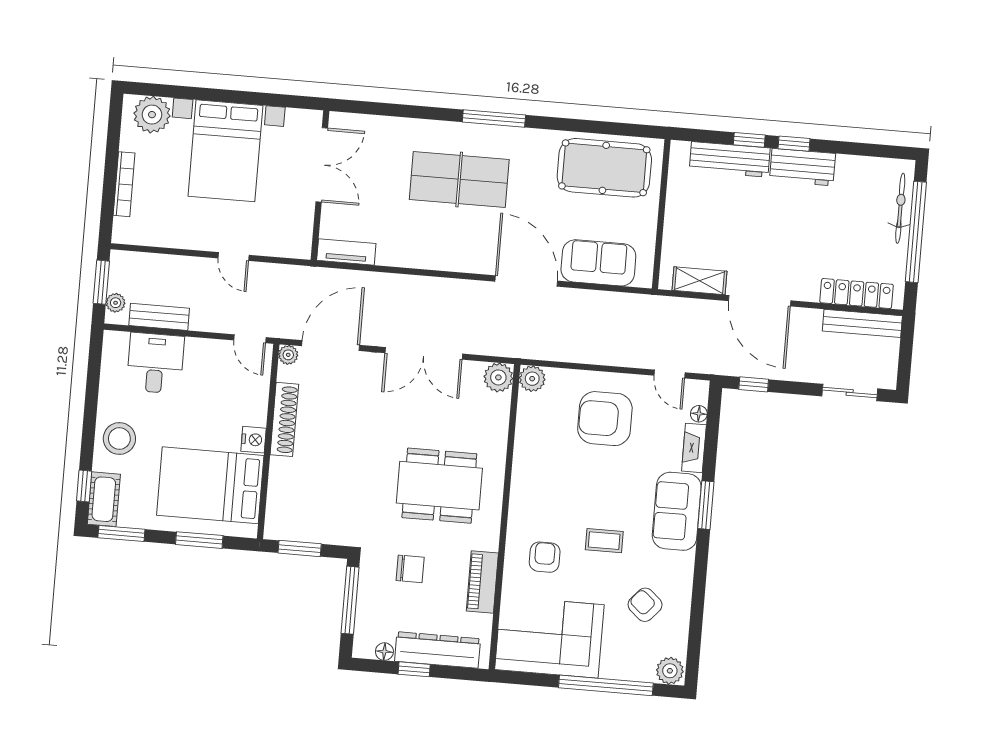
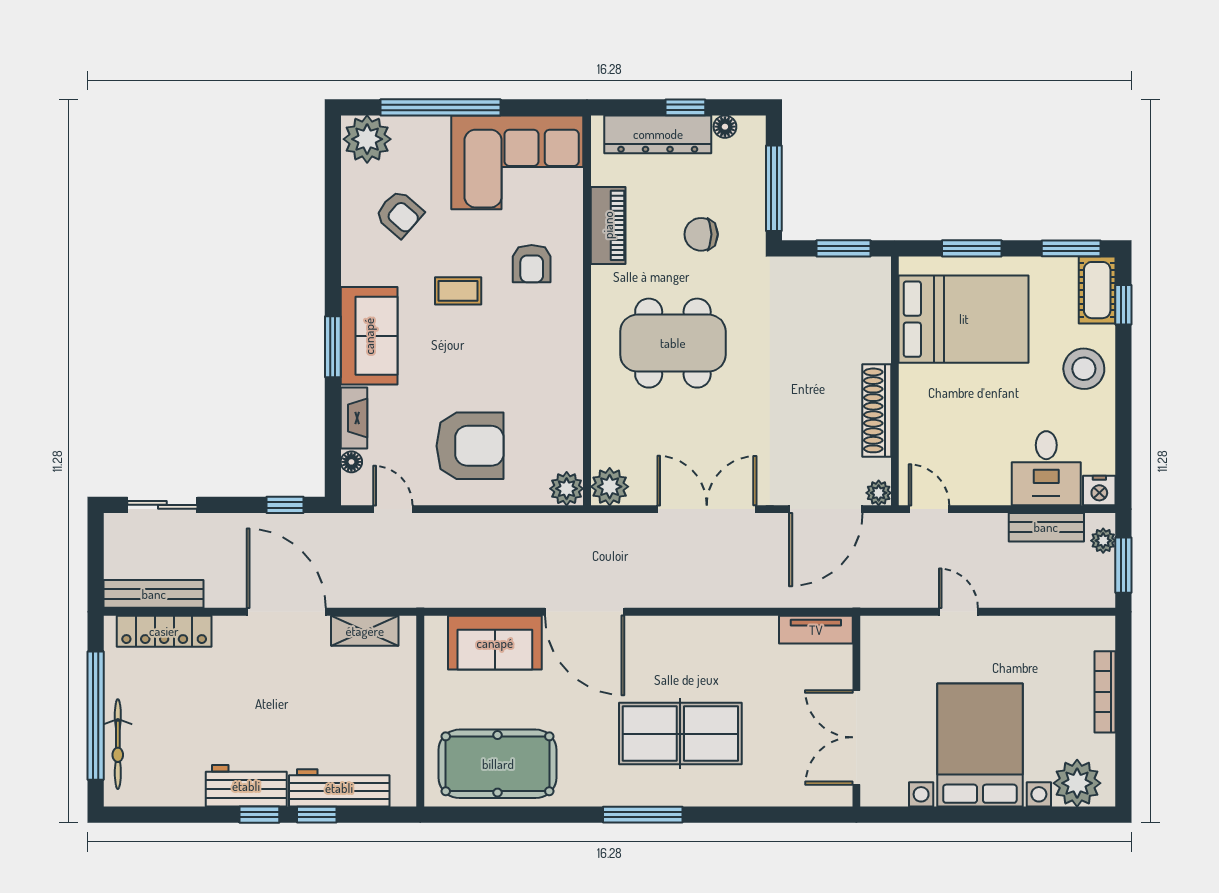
nightstand: (254, 440) -> (1099, 490), moved, turned -90
plant: (670, 671) -> (367, 139), width x1.36, depth x1.36

